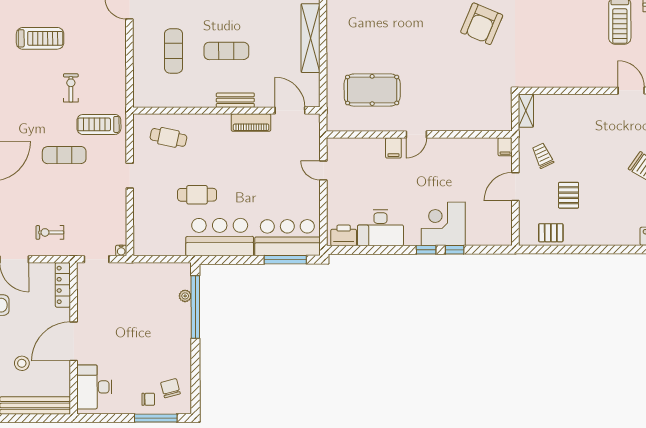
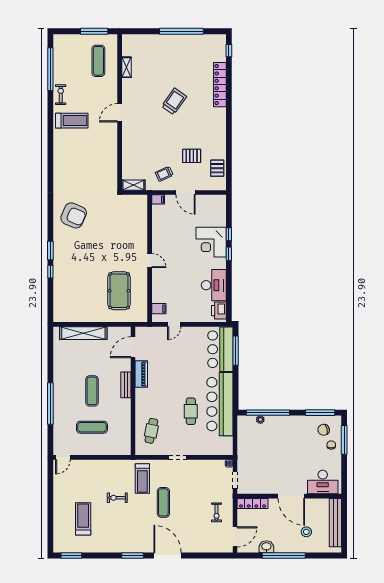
filing cabinet: (393, 148) -> (159, 309), moved
bar counter: (220, 237) -> (220, 404), width x1.36
window: (195, 383) -> (320, 413), added

